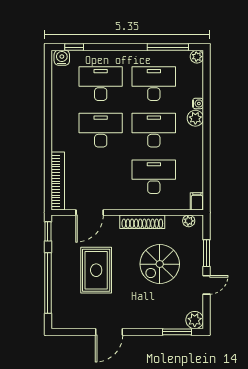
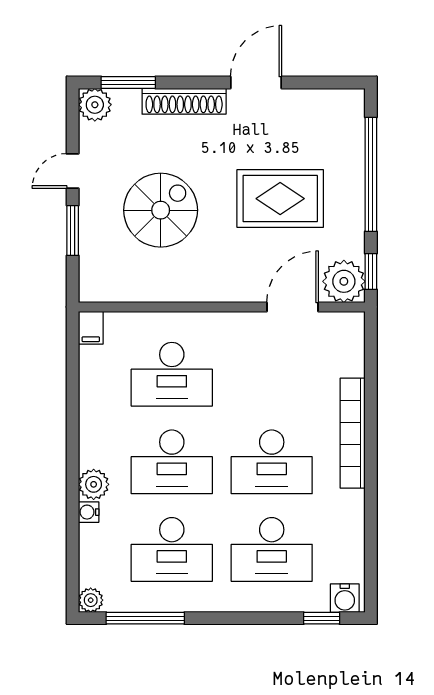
bookcase: (58, 181) -> (353, 433), moved
plant: (189, 221) -> (344, 281), moved, width x1.87, depth x1.87
shoe rack: (142, 222) -> (184, 101), moved, turned 180
rug: (96, 270) -> (280, 199), turned 90

